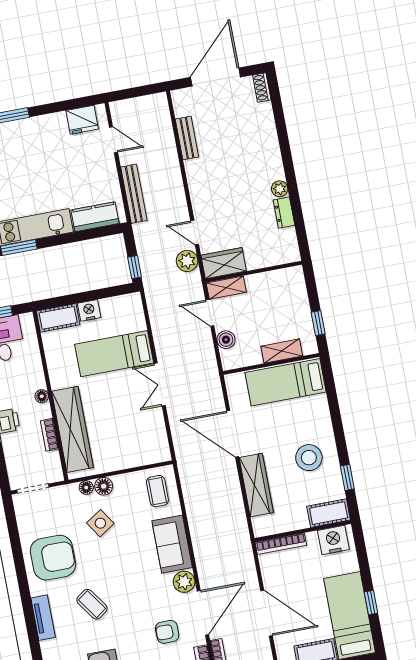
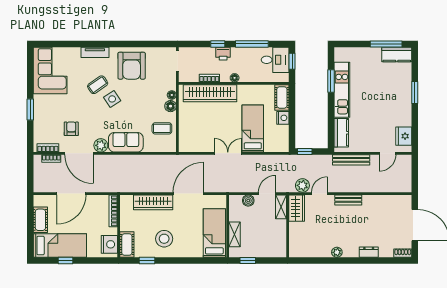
bench: (187, 138) -> (348, 200), moved
dresser: (284, 213) -> (369, 252), moved
coffee table: (157, 491) -> (162, 128), moved
side table: (100, 523) -> (112, 99), moved

